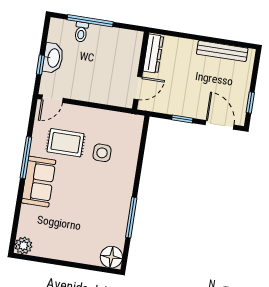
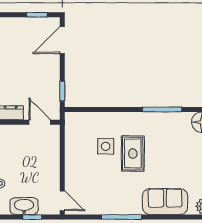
window: (182, 119) -> (62, 91), moved
rug: (66, 143) -> (133, 154), moved
sofa: (39, 182) -> (165, 202), moved

